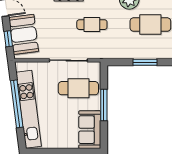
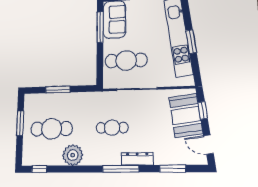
window: (17, 104) -> (191, 42), width x0.47
window: (104, 105) -> (100, 27), moved

